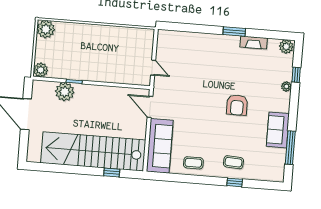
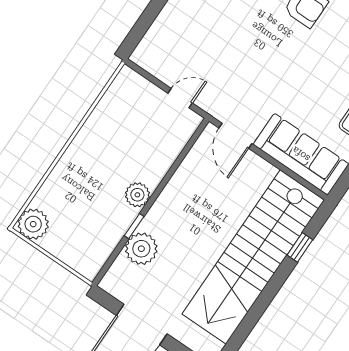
plant: (41, 70) -> (137, 195), moved
door: (150, 107) -> (235, 136), hinge flipped

